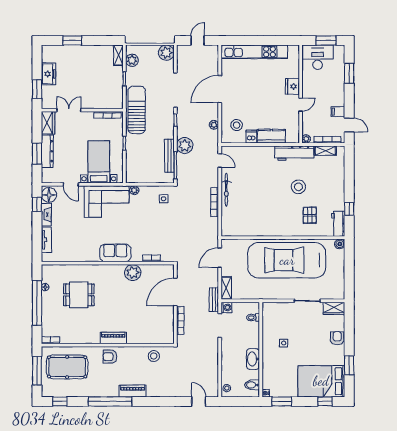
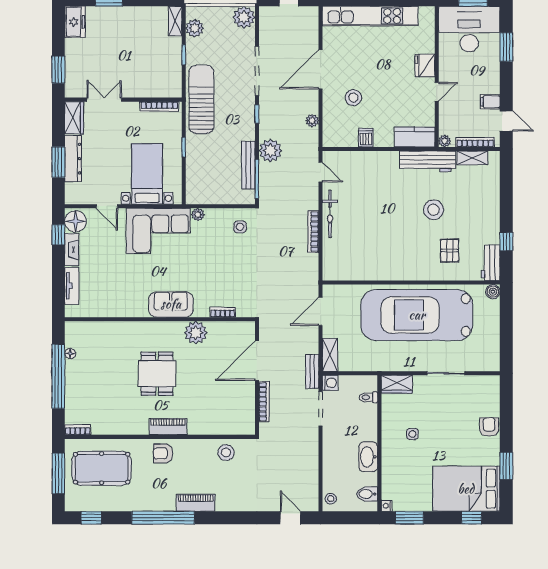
desk: (318, 57) -> (469, 29), width x1.36, depth x1.30
freezer: (49, 74) -> (75, 22), moved
stool: (237, 125) -> (353, 98), moved
kitchen counter: (271, 136) -> (415, 137), moved
dining table: (79, 295) -> (157, 374), moved, turned 90
wardrobe: (334, 308) -> (397, 384), moved

